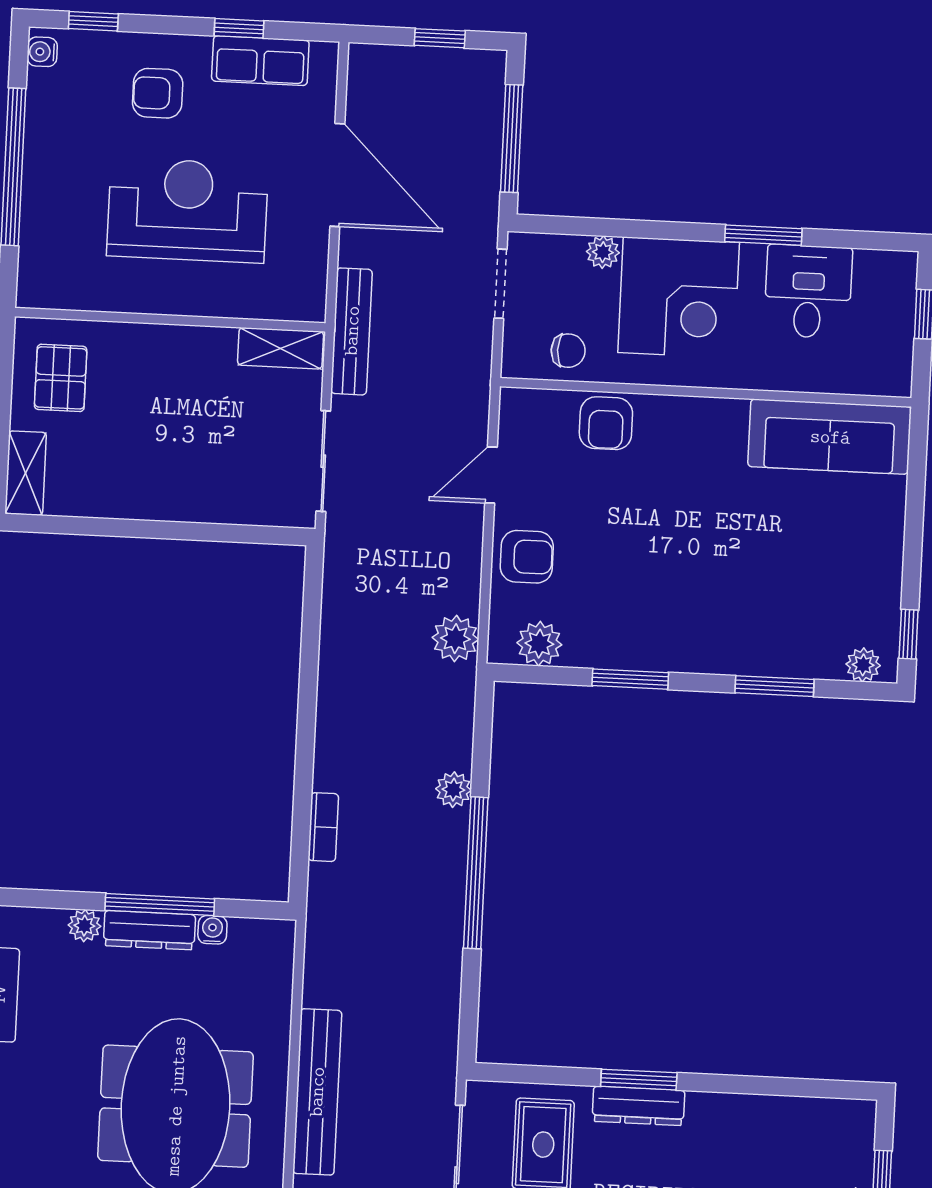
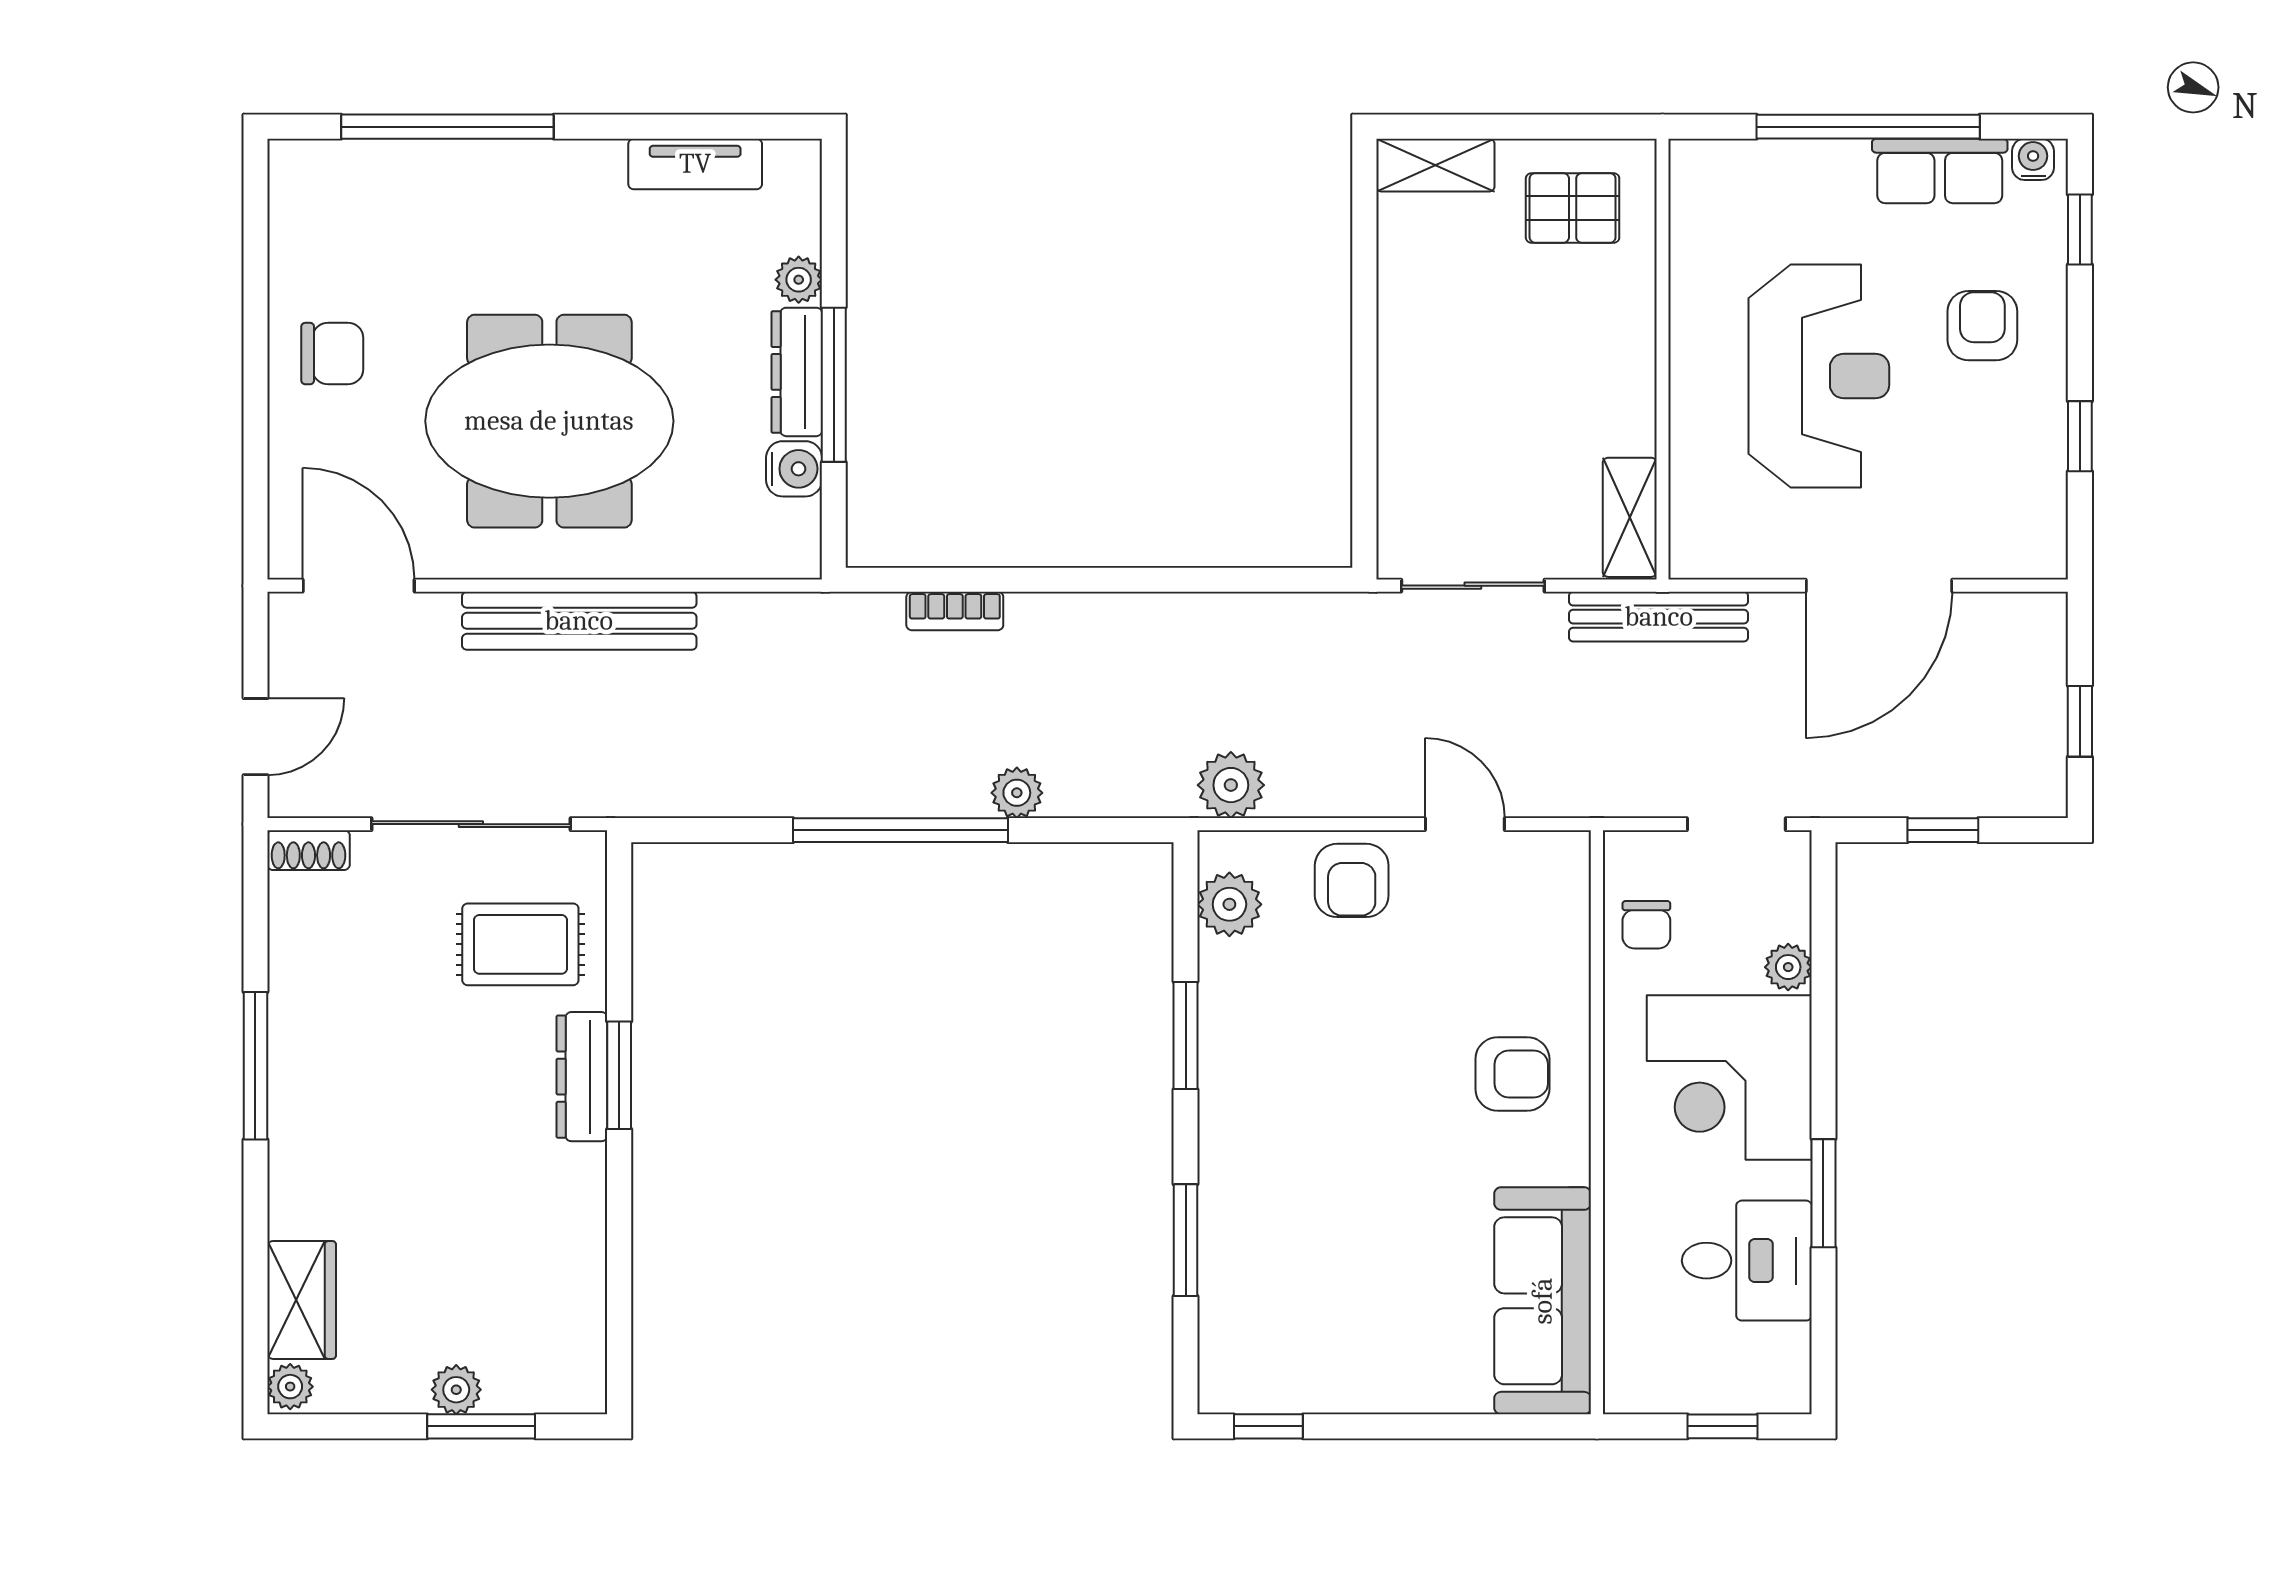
row of seats: (260, 61) -> (1940, 171), moved, turned -90
window: (512, 138) -> (1943, 830), width x0.46
armchair: (606, 423) -> (1512, 1074), moved, turned 180
plant: (863, 665) -> (1222, 1364), removed
water cooler: (212, 930) -> (794, 469), width x1.38, depth x1.38

